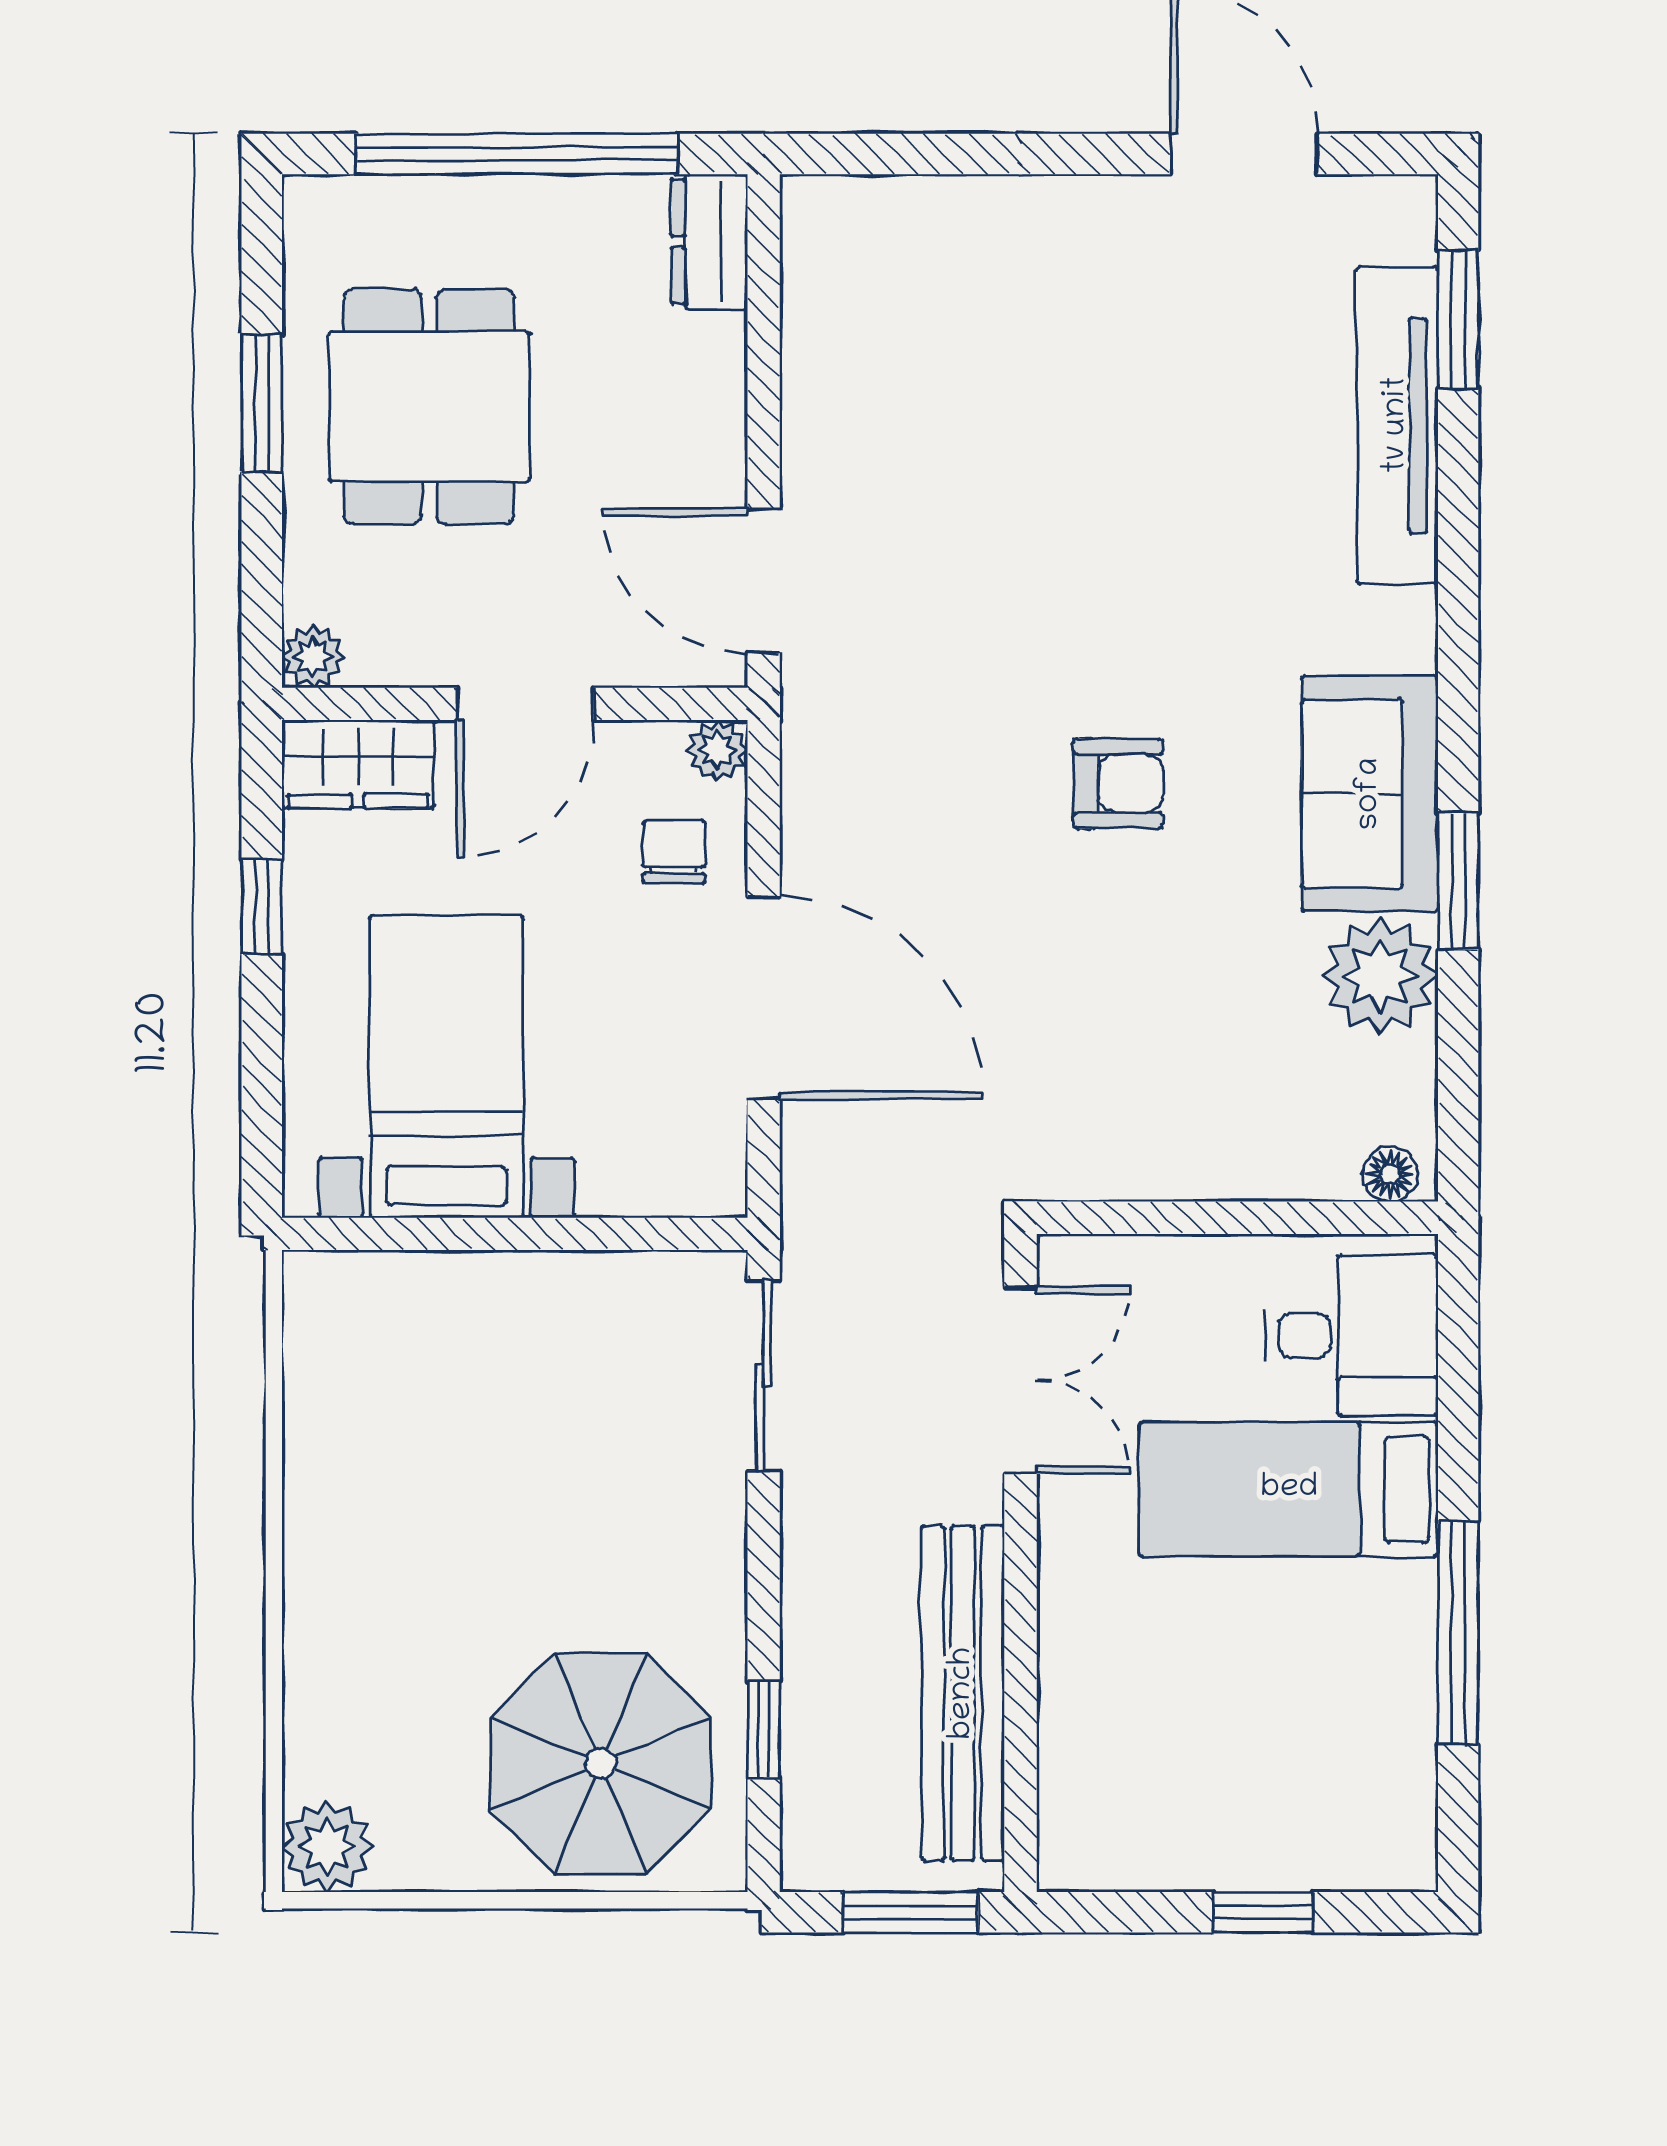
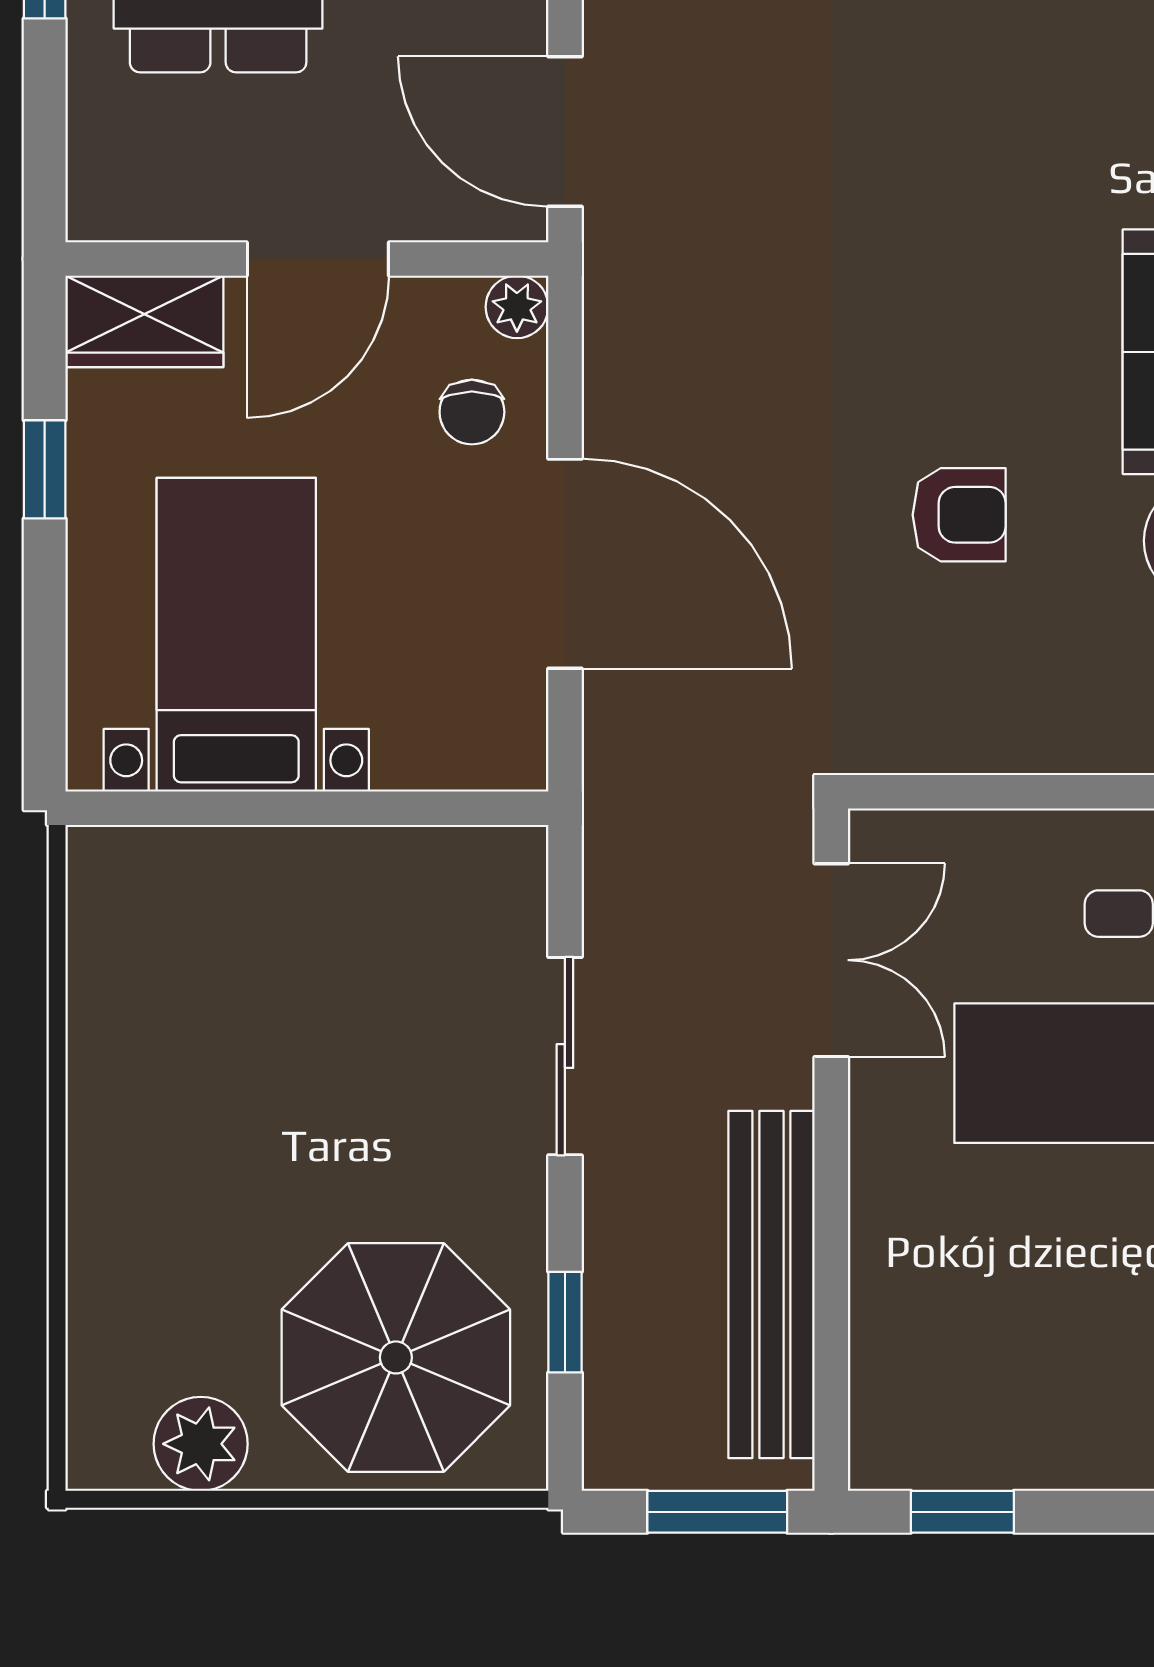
plant: (313, 657) -> (98, 210), removed
armchair: (1118, 783) -> (959, 515), moved
chair: (674, 852) -> (472, 412), turned 180
sliding door: (764, 1375) -> (565, 1056), moved
plant: (327, 1847) -> (201, 1444), moved
window: (1263, 1912) -> (962, 1512), moved

